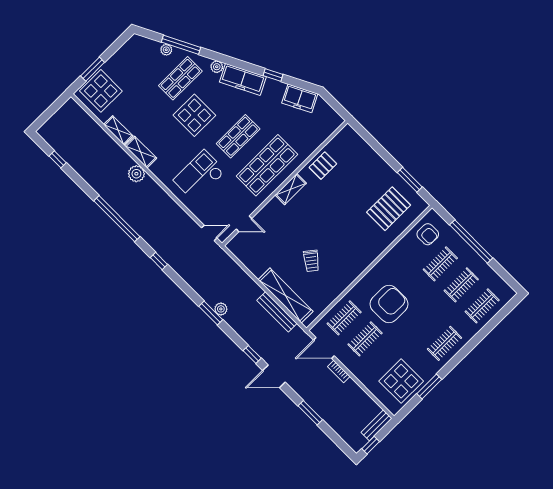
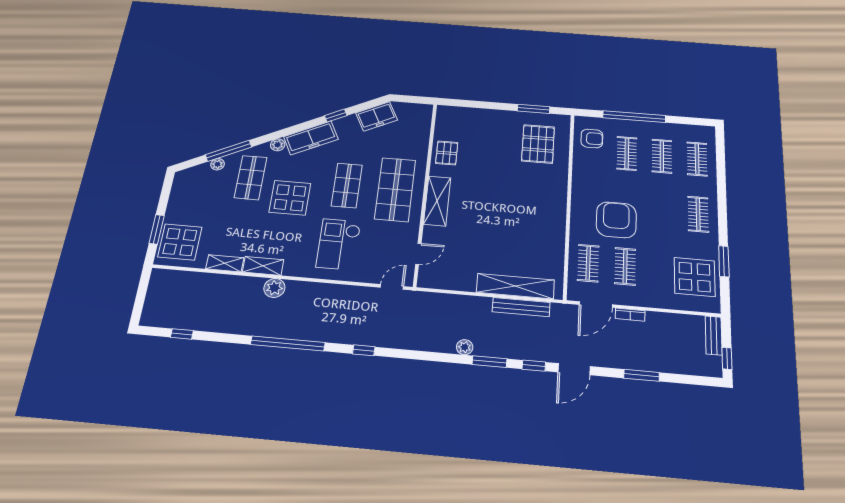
shelving: (291, 189) -> (437, 201), width x1.50, depth x1.33
trolley: (311, 261) -> (511, 238), removed
window: (211, 313) -> (490, 362), moved

